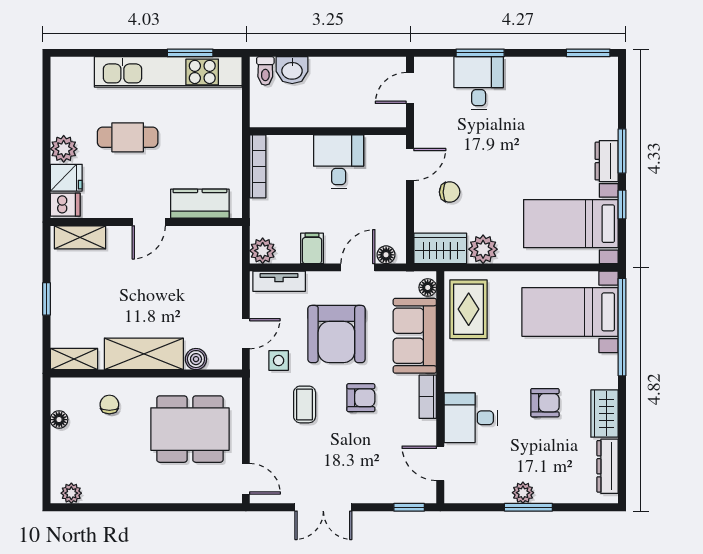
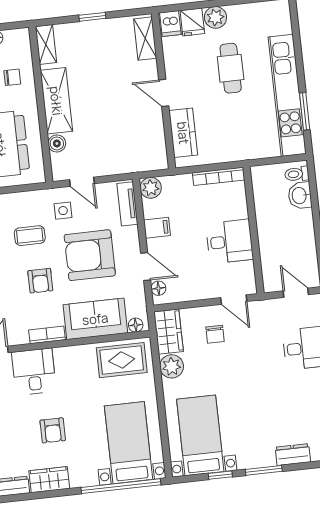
dresser: (607, 161) -> (293, 455), moved

